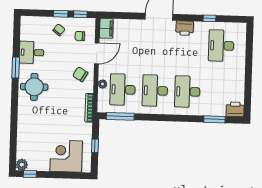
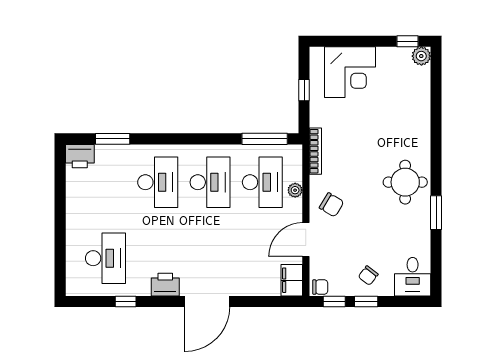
chair: (80, 36) -> (320, 287), moved
desk: (32, 52) -> (413, 277), moved, turned 90

